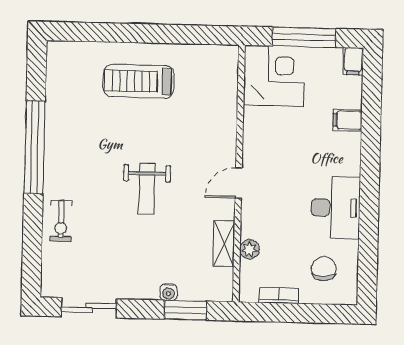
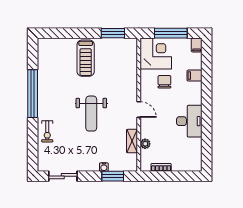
window: (192, 34) -> (113, 33), added
treadmill: (139, 81) -> (86, 58), turned -90
door: (239, 183) -> (139, 110), swing flipped
weight bench: (147, 189) -> (91, 114), width x1.36, depth x1.33
chair: (324, 269) -> (164, 82), moved

